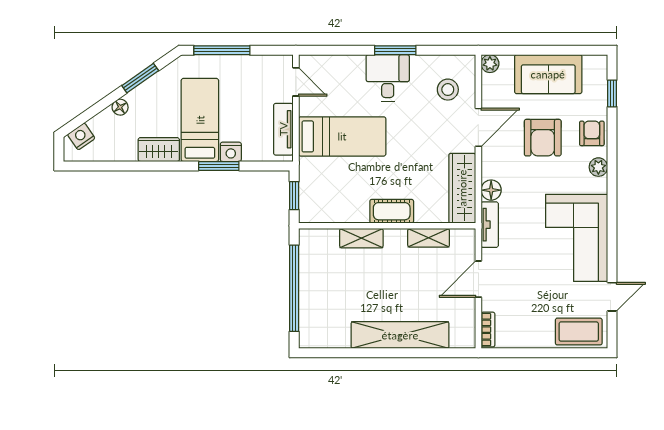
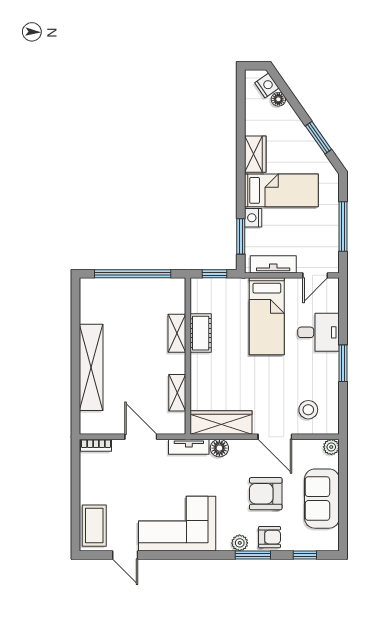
window: (222, 50) -> (343, 226), moved
desk: (388, 78) -> (319, 332), moved
floor lamp: (120, 107) -> (278, 99), moved
window: (612, 152) -> (253, 555), added
window: (219, 166) -> (241, 236), moved
cot: (392, 211) -> (201, 333), moved

